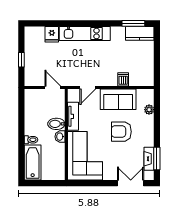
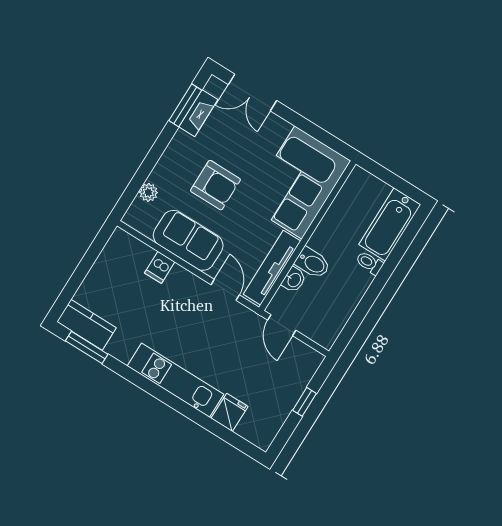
door: (88, 88) -> (225, 290), hinge flipped
tv unit: (73, 116) -> (272, 268), width x1.41
washbasin: (60, 137) -> (294, 280), moved

